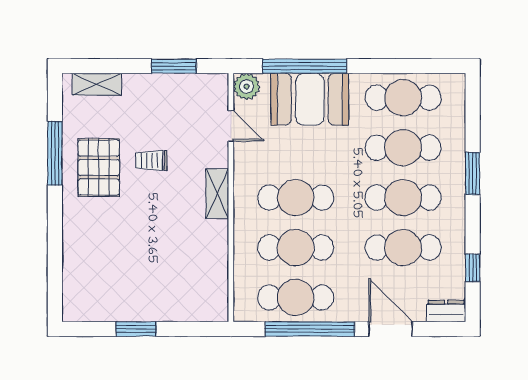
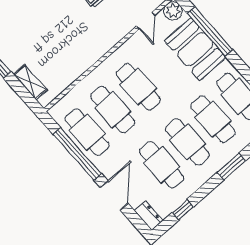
shelving: (217, 194) -> (30, 82), moved, turned 90

